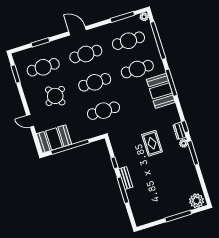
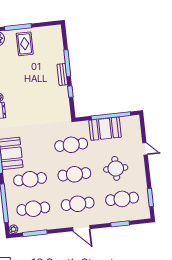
round table: (55, 96) -> (116, 168), turned 30
booth: (54, 139) -> (105, 129), moved
rug: (152, 143) -> (25, 44), moved

